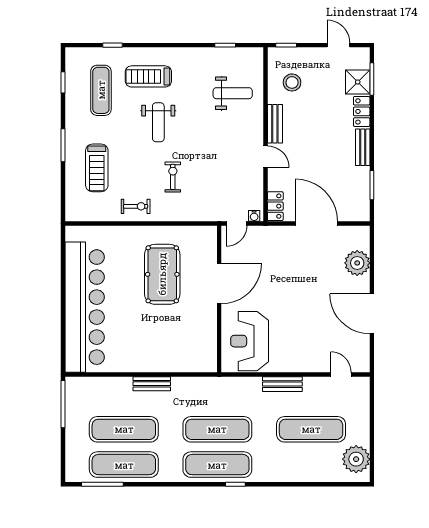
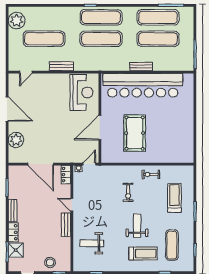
stool: (292, 82) -> (50, 262), moved
bar counter: (85, 307) -> (143, 85), moved, turned -90
door: (341, 374) -> (26, 72), hinge flipped

